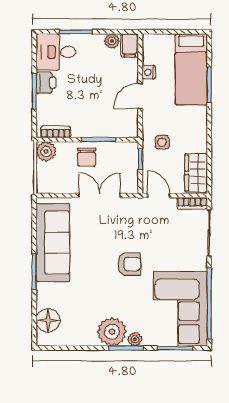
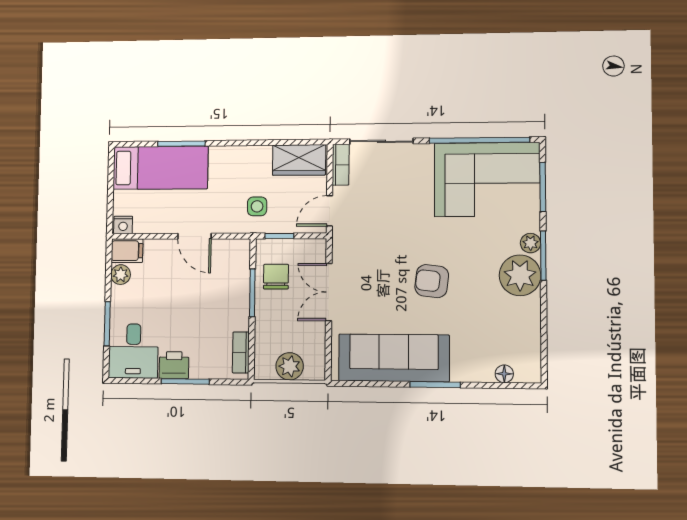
nightstand: (149, 72) -> (123, 225), moved
plant: (46, 151) -> (290, 366), moved
chair: (87, 157) -> (276, 277), moved, turned -90
armchair: (129, 264) -> (432, 281), moved, turned -83
floor lamp: (48, 320) -> (504, 374), width x0.53, depth x0.53

